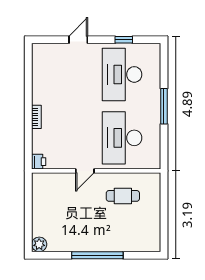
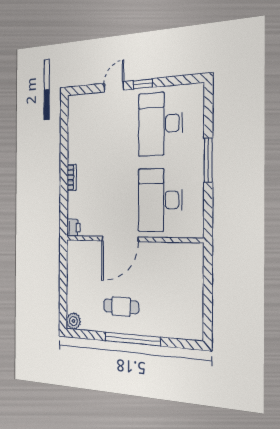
window: (124, 40) -> (143, 84), moved
door: (85, 171) -> (120, 239), width x1.88
cafe table: (123, 196) -> (121, 306), moved

